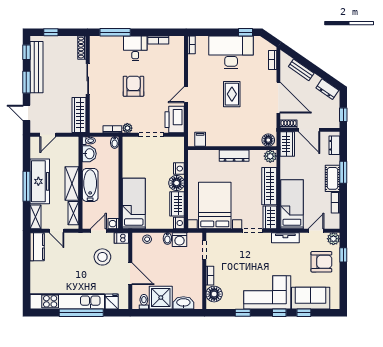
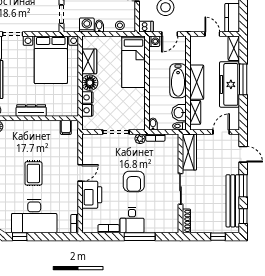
window: (115, 32) -> (140, 237), moved
printer: (175, 120) -> (92, 195), moved
shelving: (73, 213) -> (195, 112), moved
nightstand: (179, 223) -> (87, 110), moved

